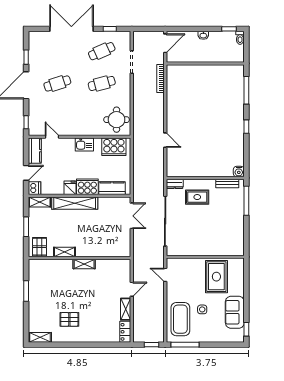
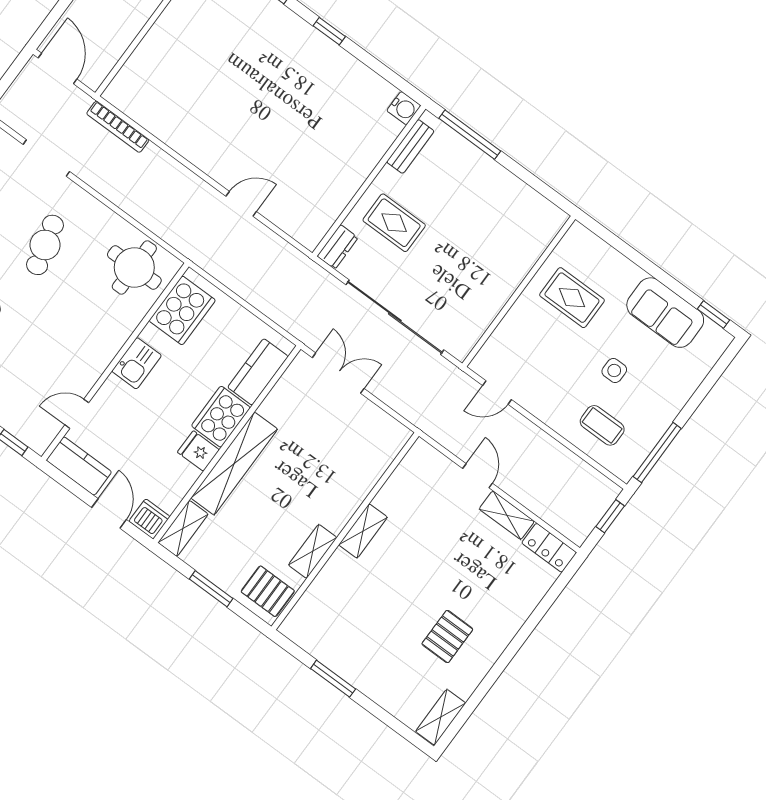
rug: (197, 197) -> (394, 223), turned 90
rug: (216, 277) -> (572, 298), width x0.73, depth x0.70
coffee table: (180, 319) -> (602, 425), width x0.54, depth x0.58

